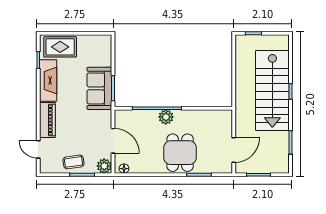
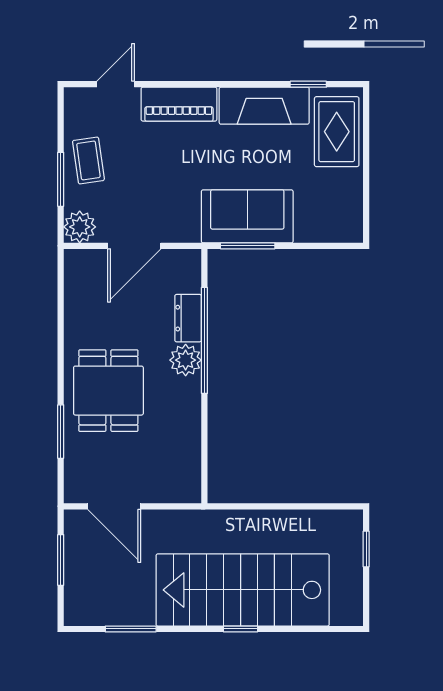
dresser: (146, 116) -> (188, 318), added
dining table: (180, 153) -> (108, 391), turned 90
floor lamp: (124, 169) -> (74, 269), removed

